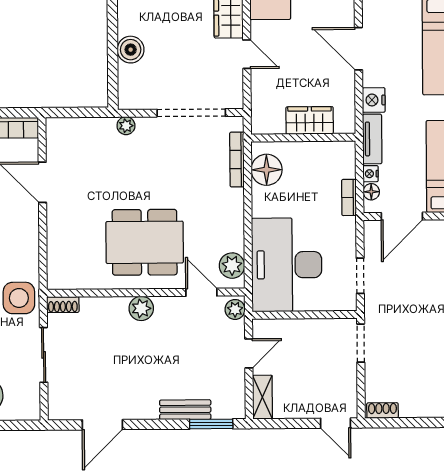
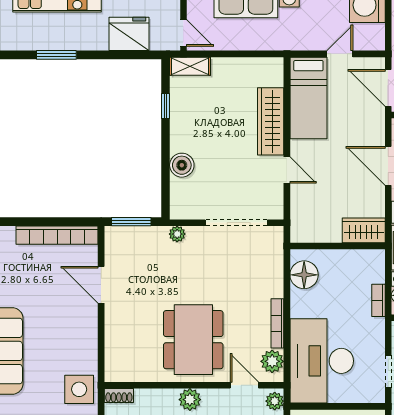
window: (75, 112) -> (131, 222), added
wardrobe: (310, 120) -> (364, 230), moved
bookcase: (237, 159) -> (277, 323), moved
dining table: (145, 242) -> (193, 340), turned 90

